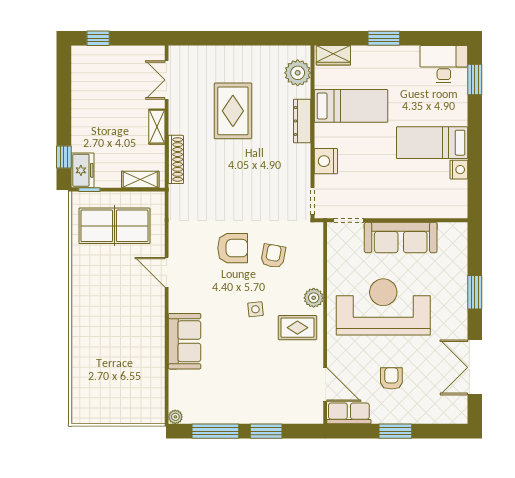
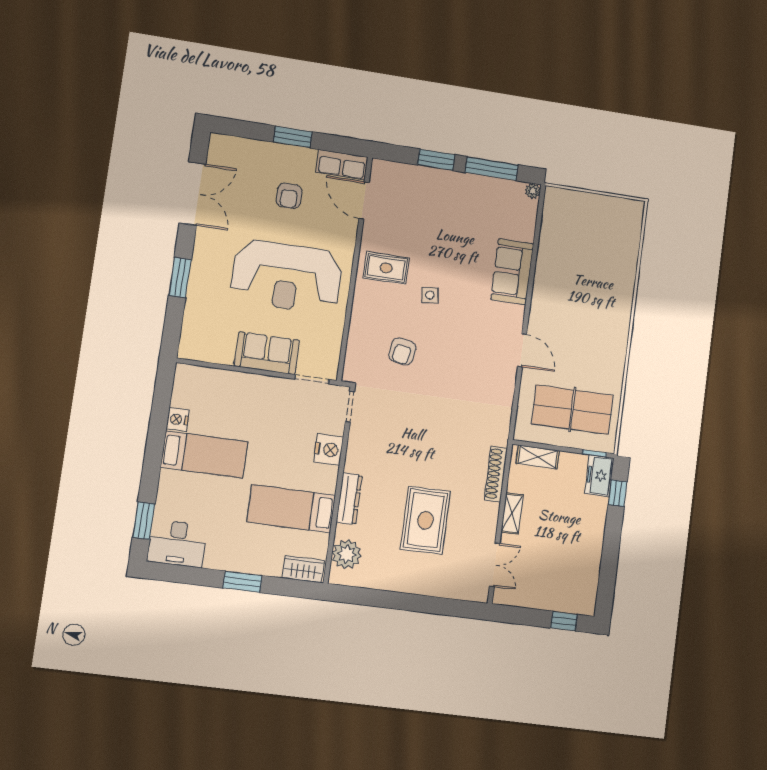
sofa: (401, 237) -> (267, 353), width x0.73
armchair: (233, 248) -> (446, 367), removed
plant: (314, 298) -> (364, 298), removed

